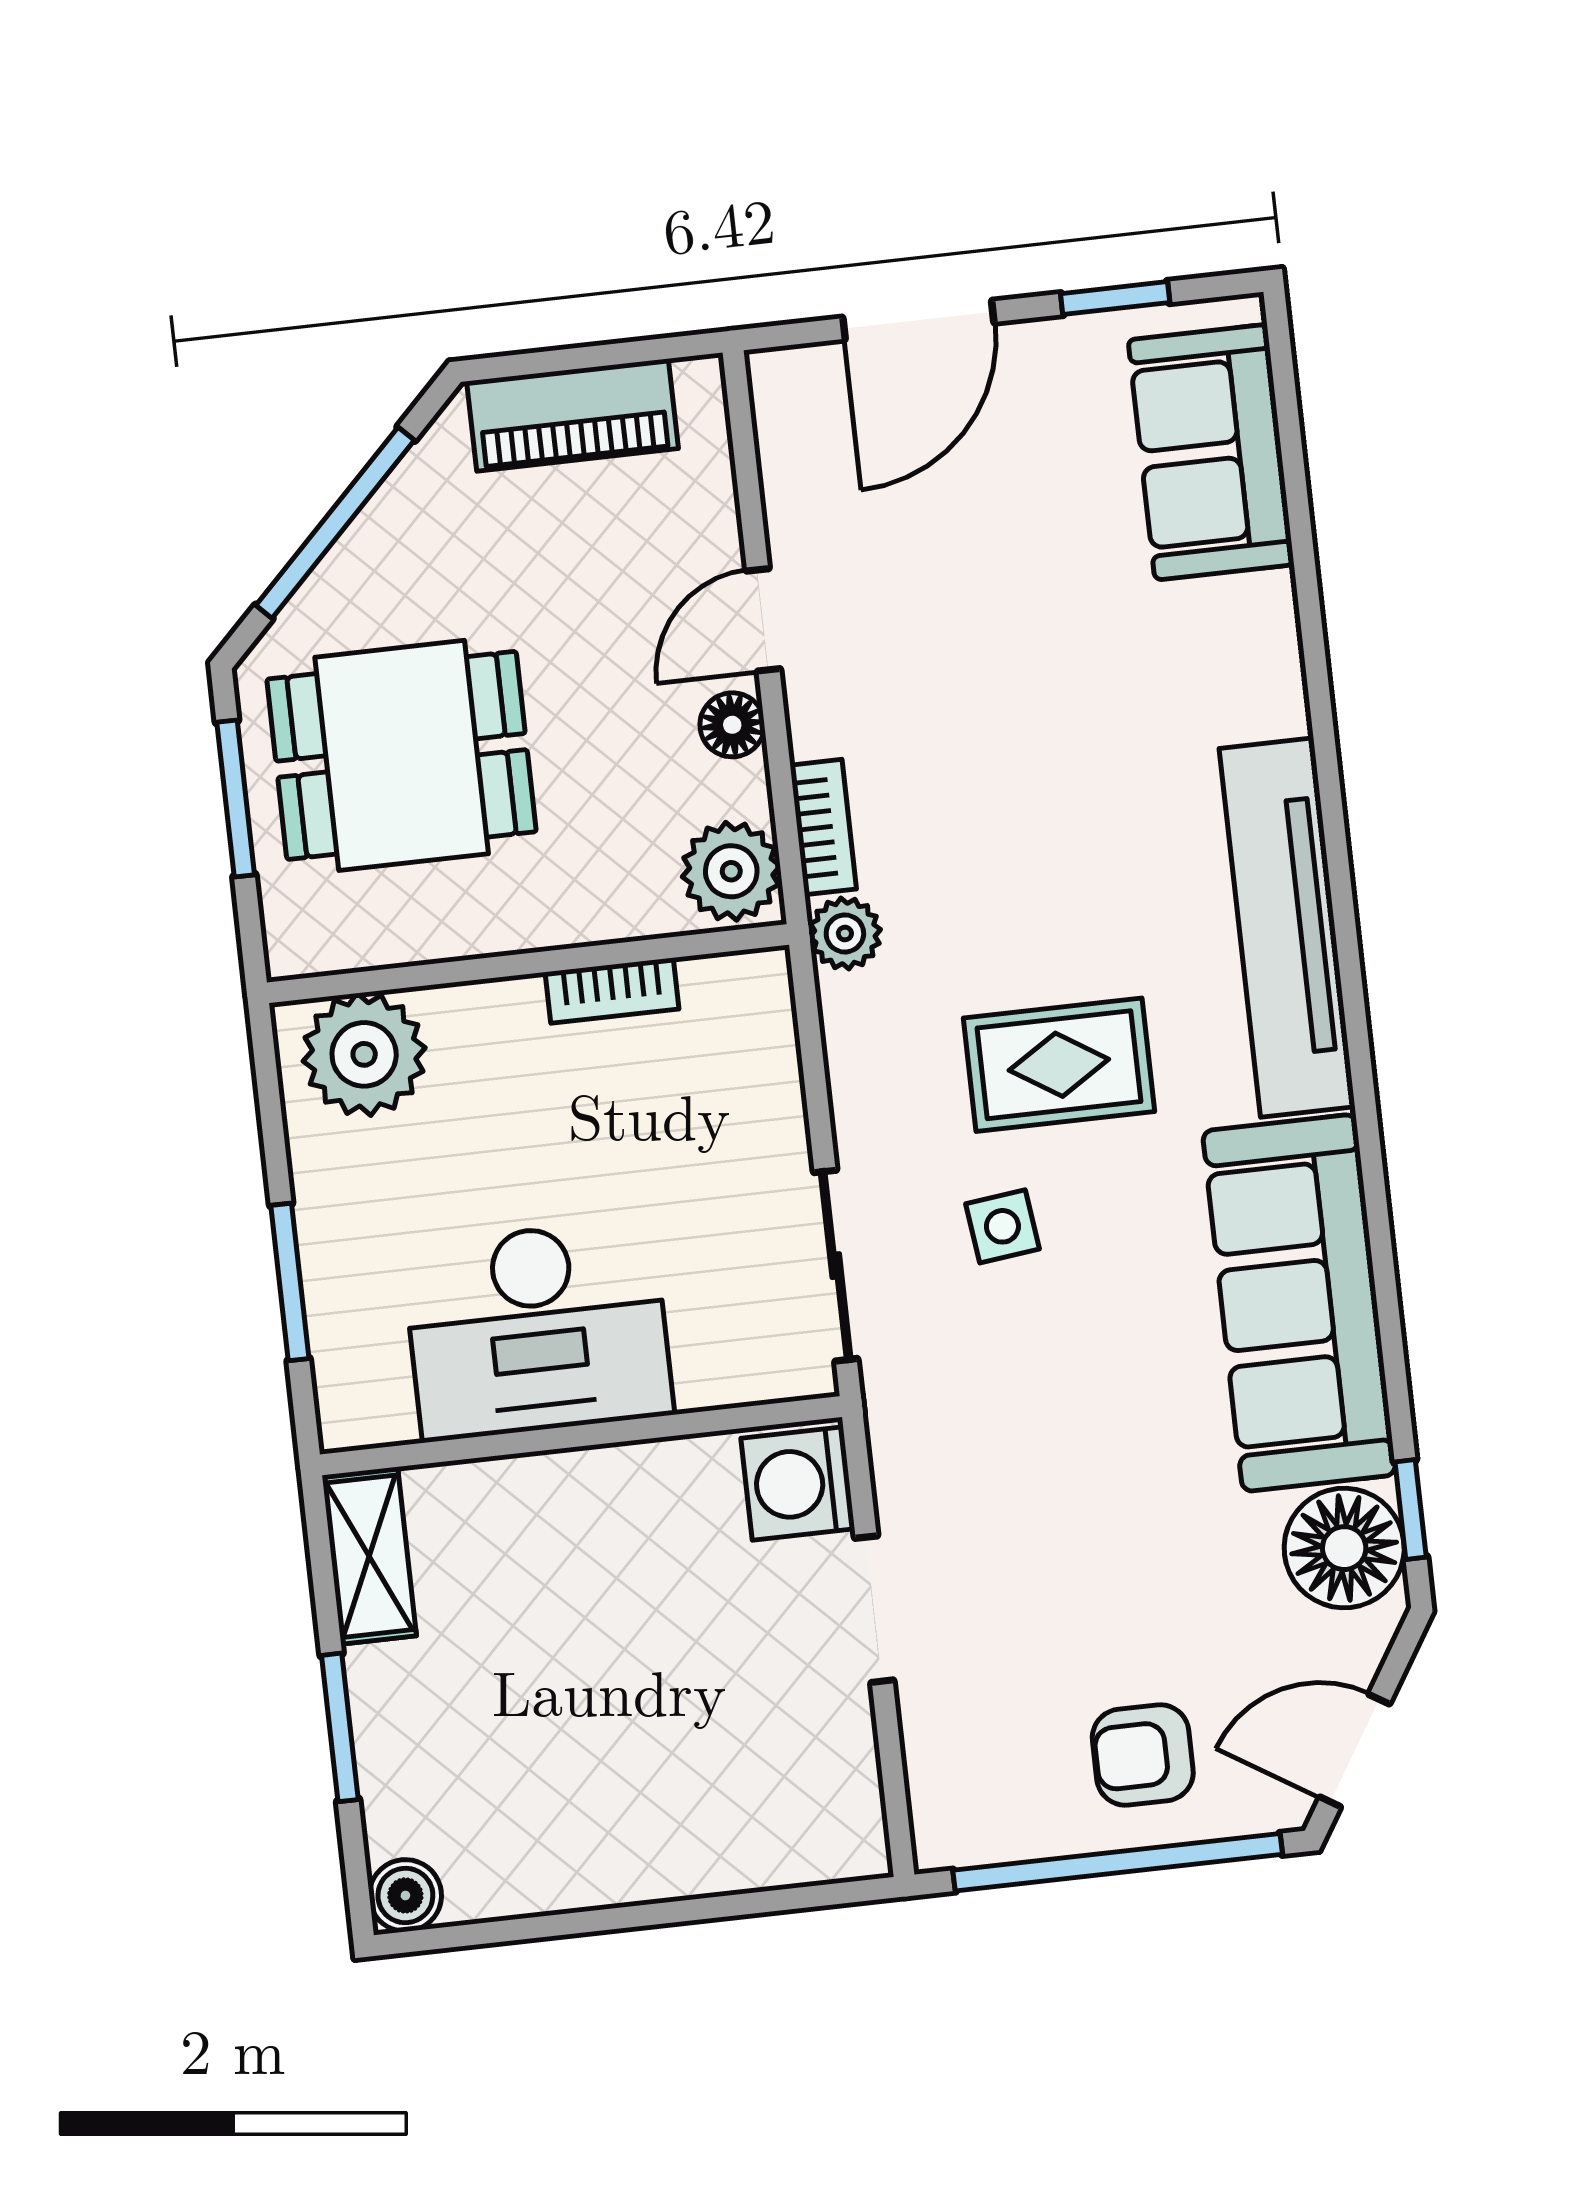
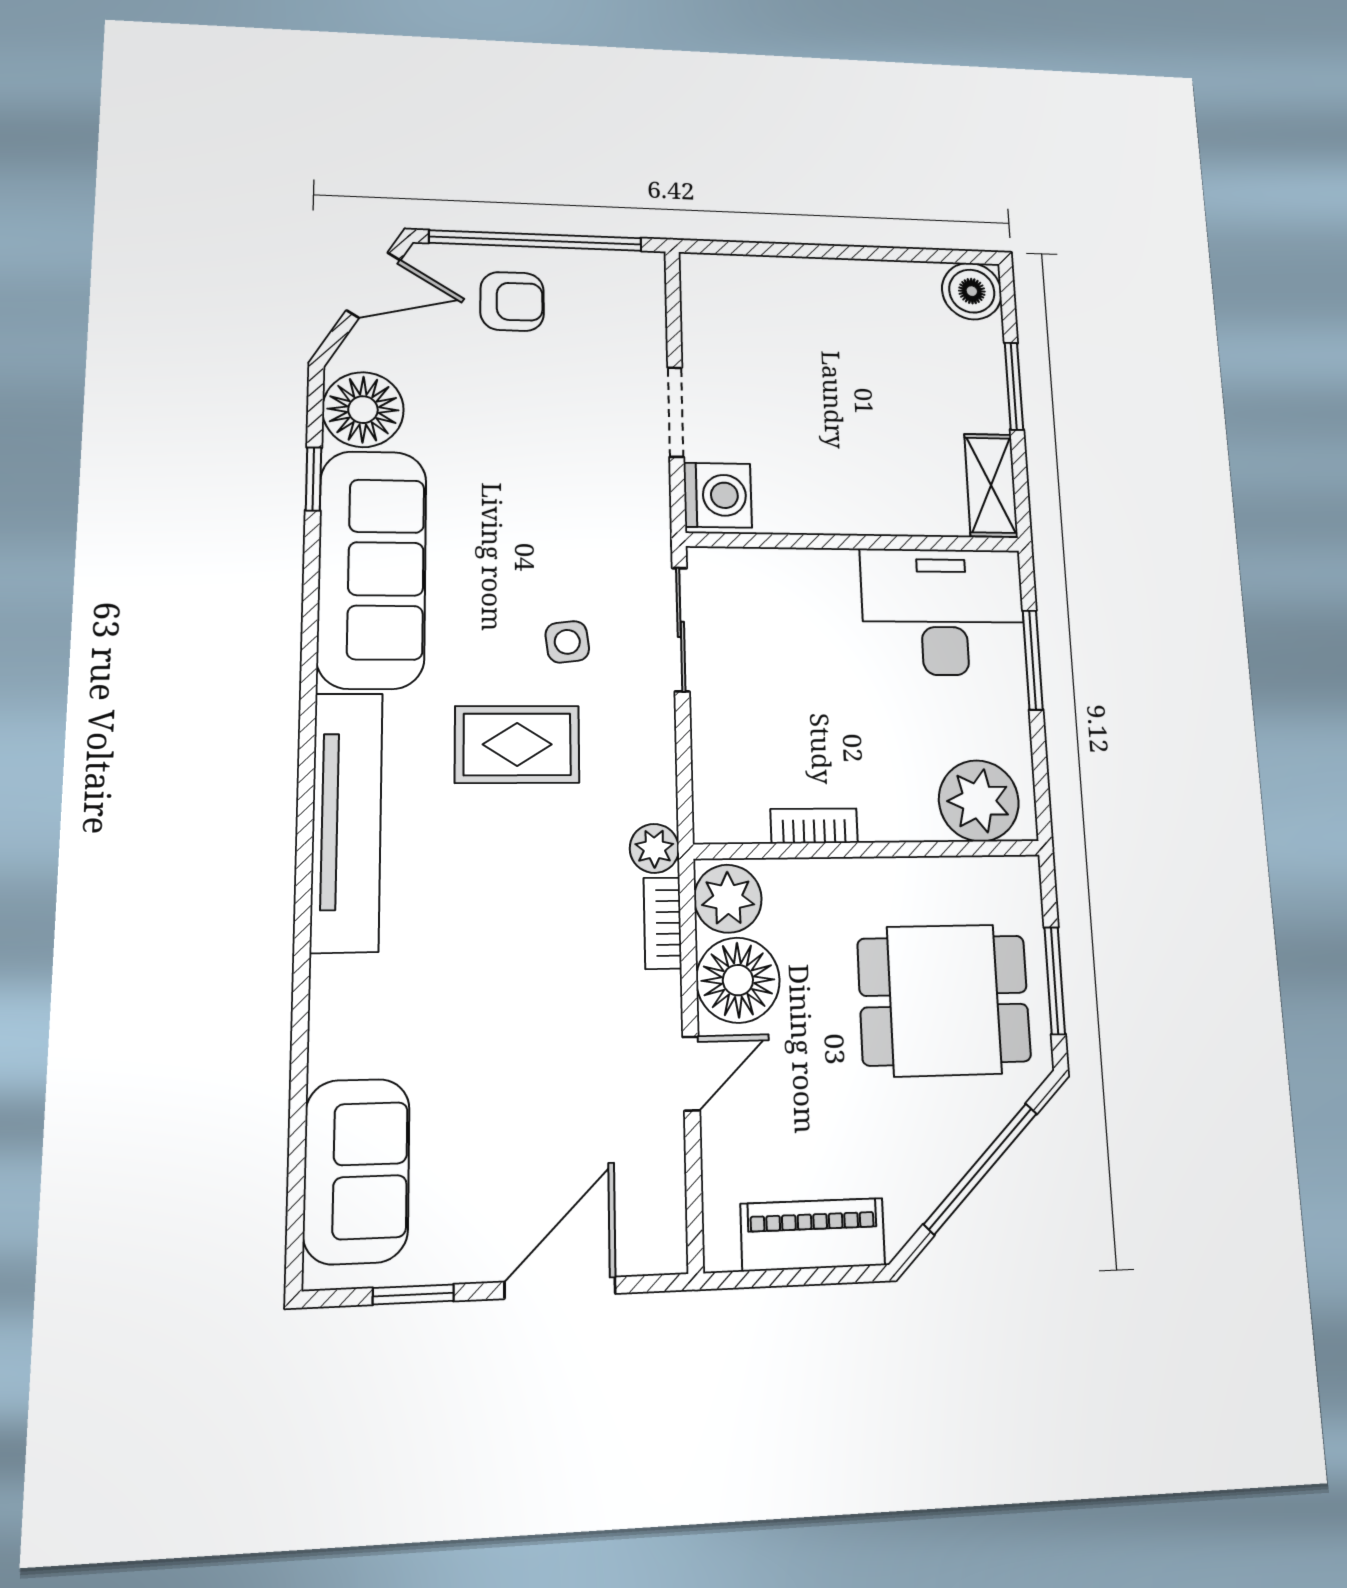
floor lamp: (732, 725) -> (738, 980), width x1.89, depth x1.89
desk: (538, 1330) -> (943, 612), moved
window: (1411, 1509) -> (313, 479), moved
boiler: (405, 1895) -> (972, 291), width x1.36, depth x1.36

